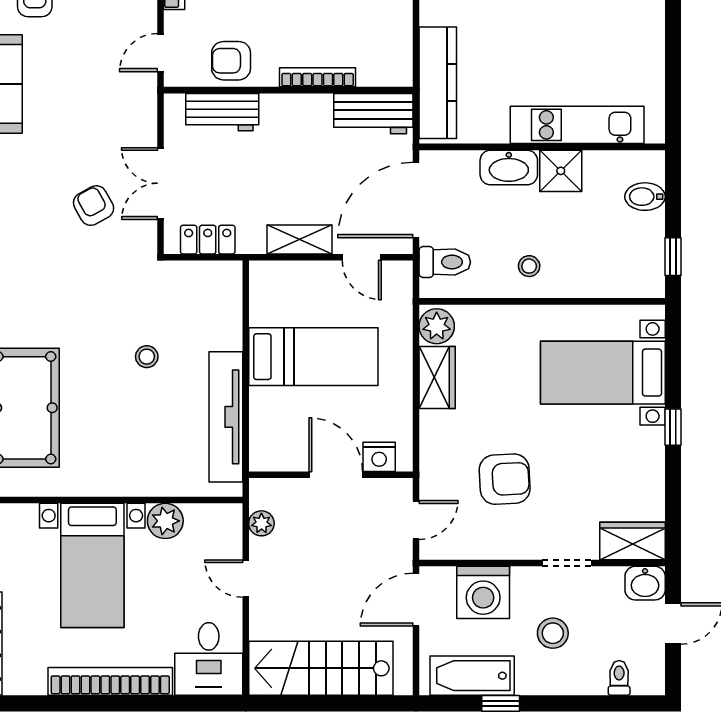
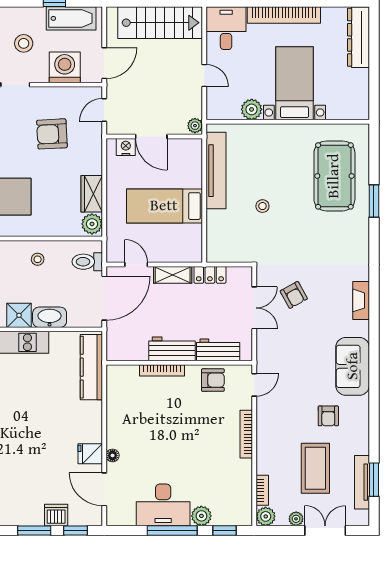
workbench: (373, 114) -> (172, 349), moved
locker: (208, 240) -> (210, 275), moved
plant: (261, 523) -> (195, 126), moved

